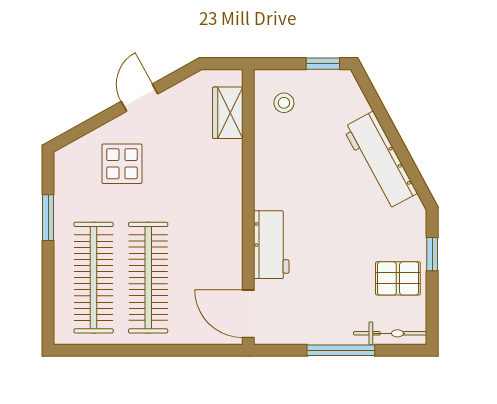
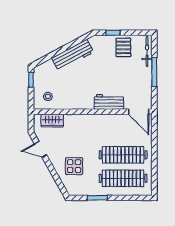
door: (139, 98) -> (40, 149), moved
door: (248, 314) -> (139, 112), hinge flipped

